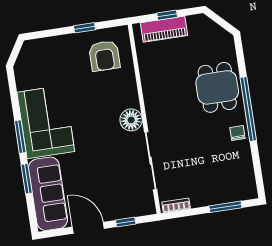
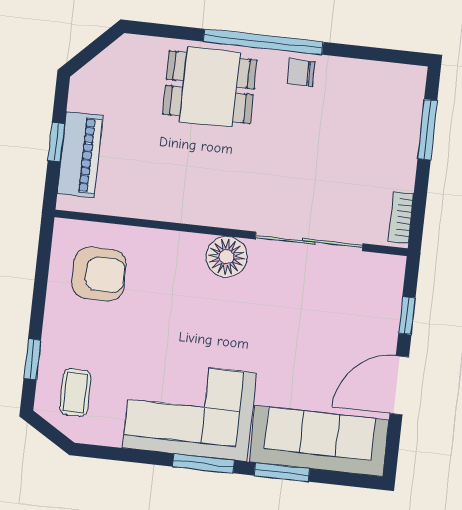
window: (84, 28) -> (32, 359), moved
coffee table: (39, 60) -> (75, 392), added

